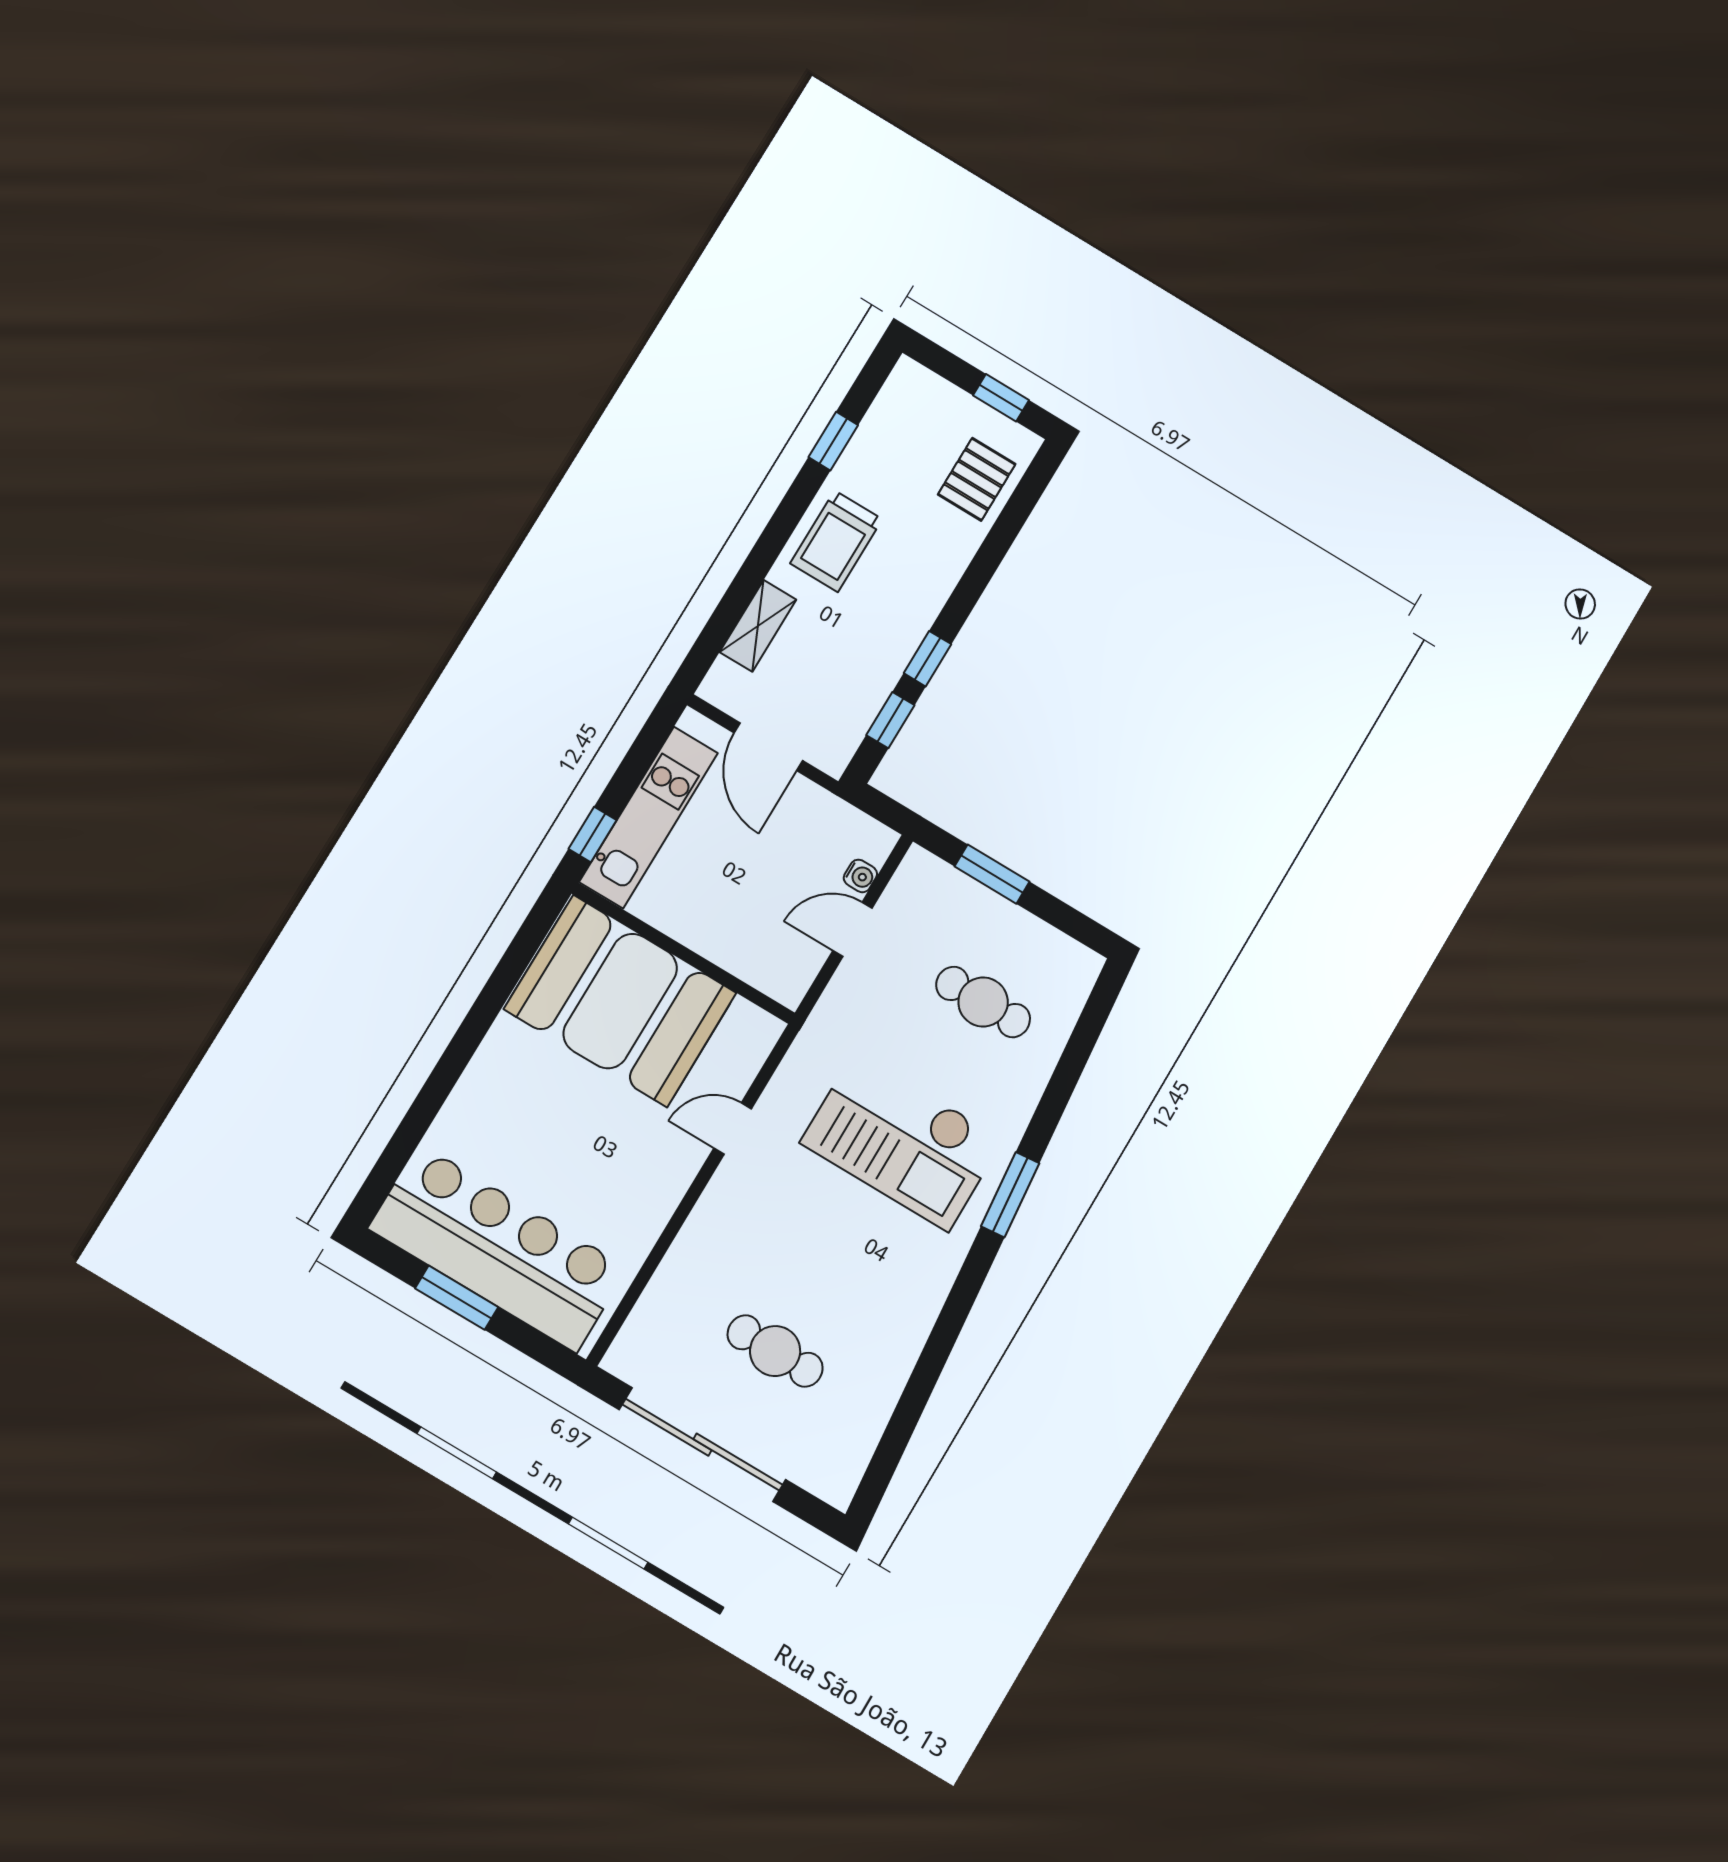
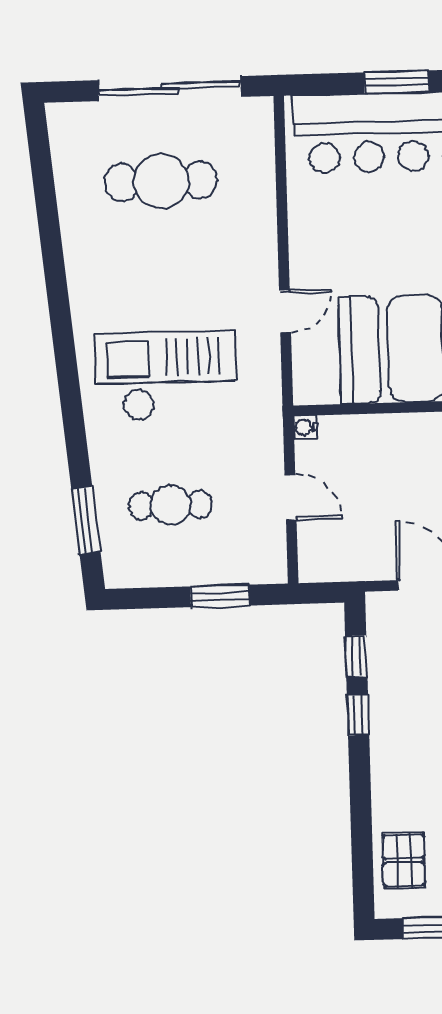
water cooler: (860, 876) -> (305, 427), moved
door: (853, 929) -> (291, 497), hinge flipped
window: (1010, 1195) -> (86, 520), moved
cafe table: (775, 1351) -> (161, 181), width x1.37, depth x1.35

